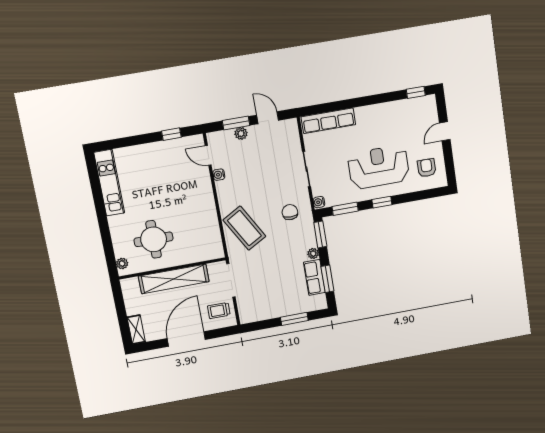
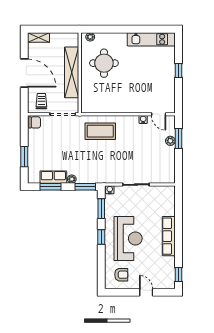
door: (268, 118) -> (178, 162), removed
row of seats: (328, 121) -> (169, 236), moved
window: (171, 134) -> (178, 70), moved
door: (208, 155) -> (159, 114), swing flipped
chair: (290, 212) -> (35, 122), moved
coffee table: (244, 228) -> (100, 131), turned 30

